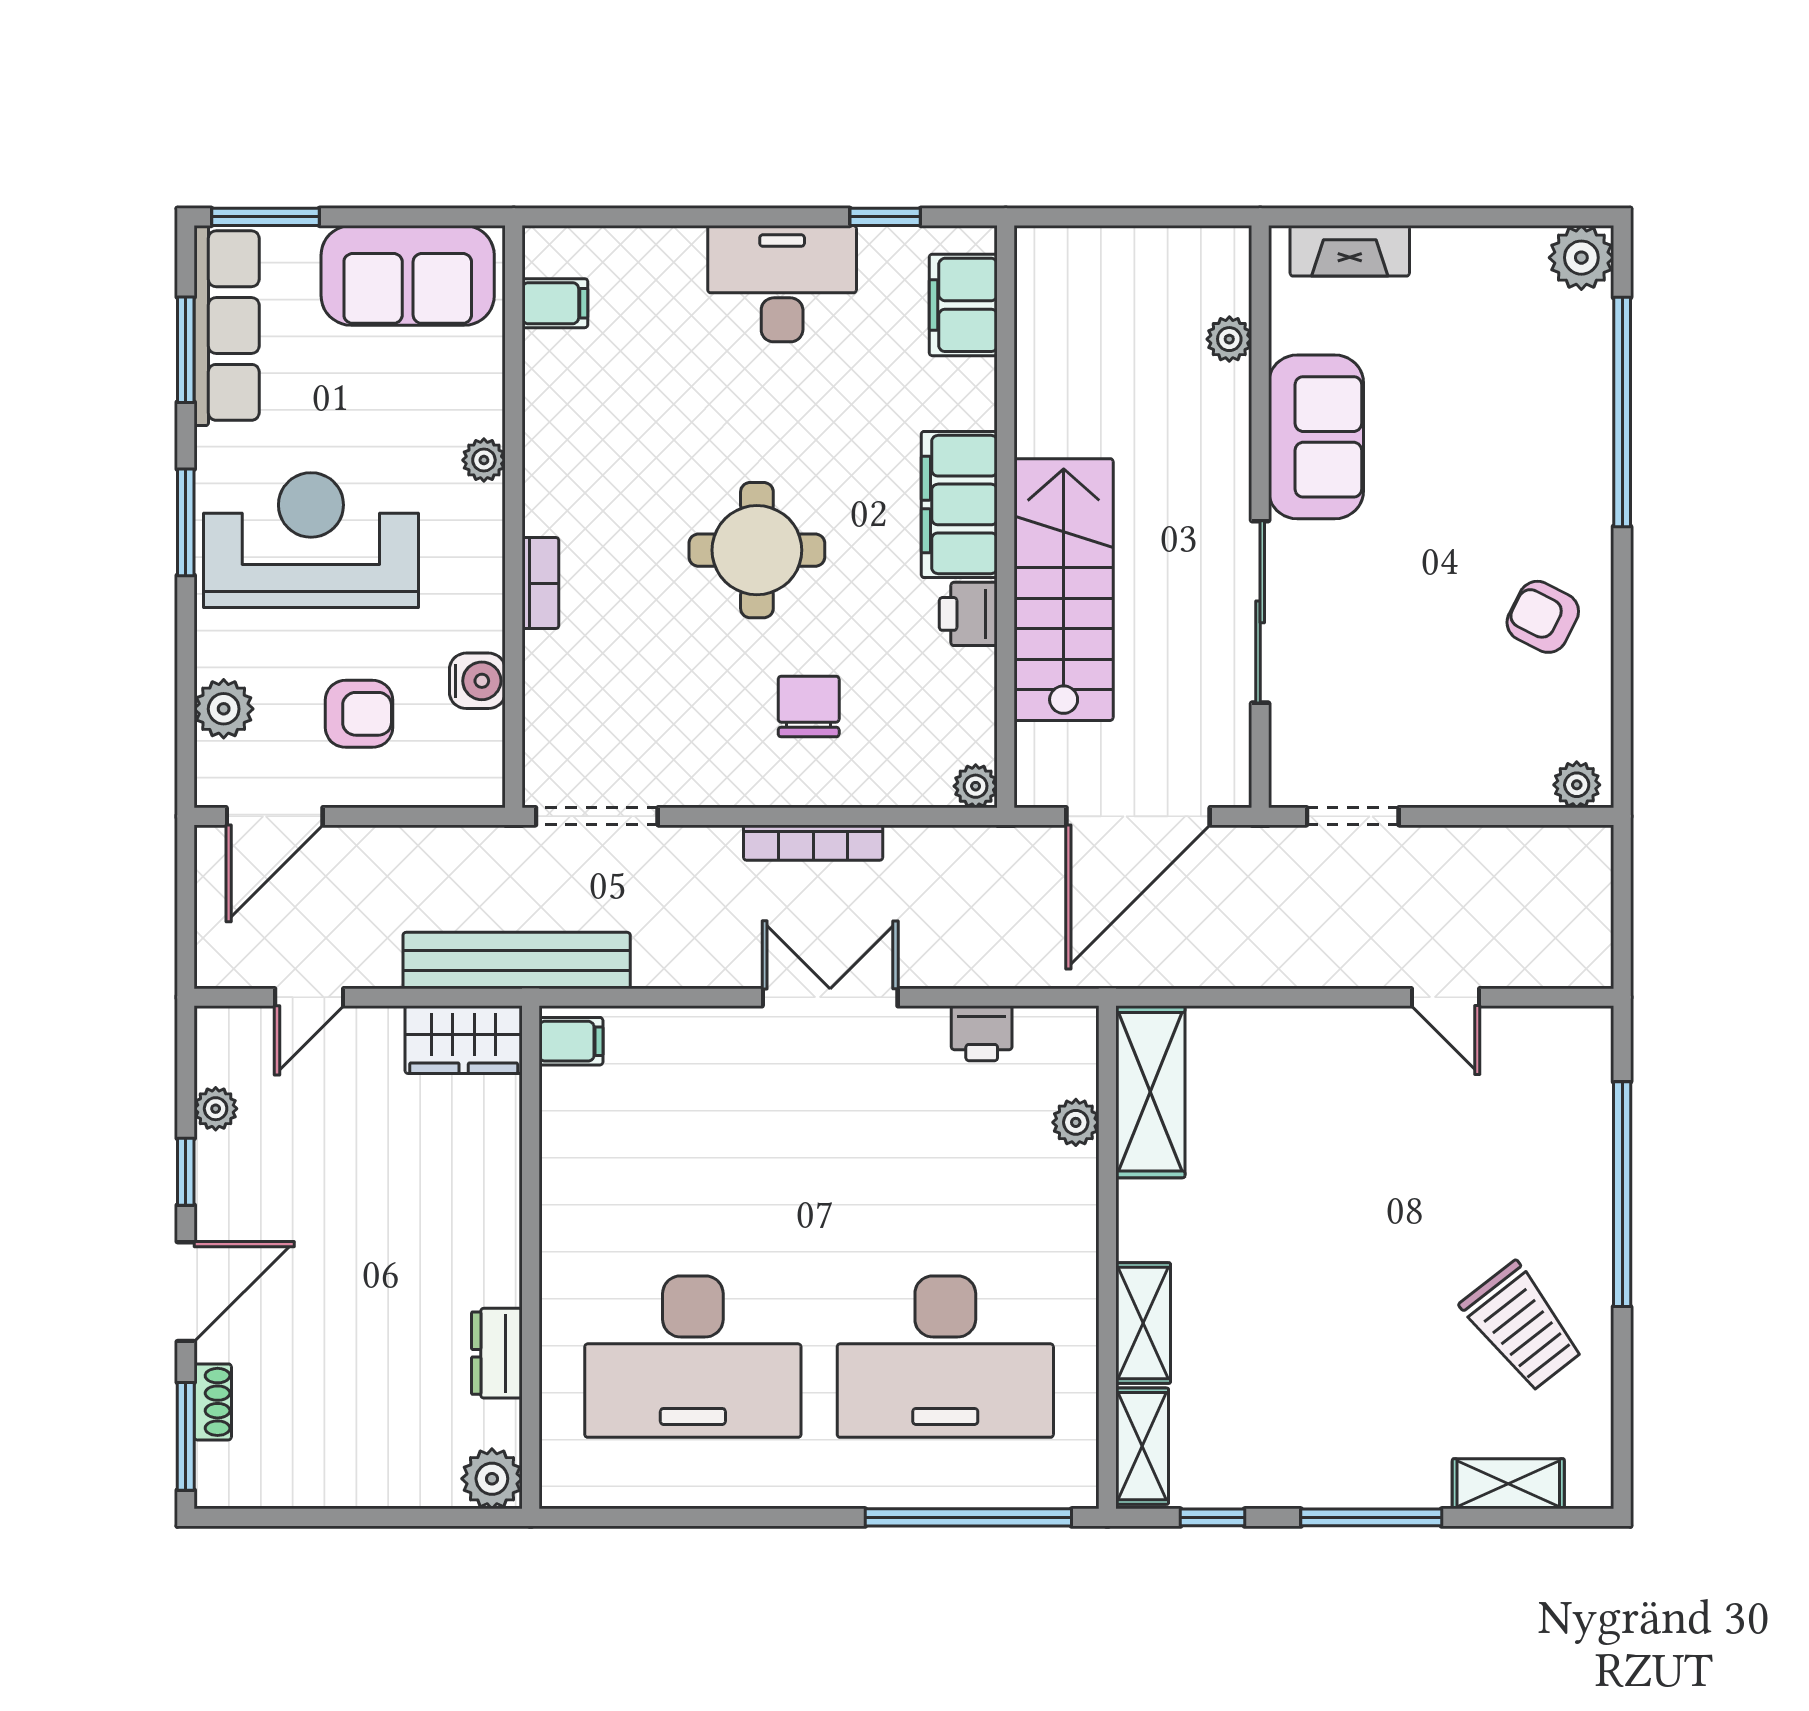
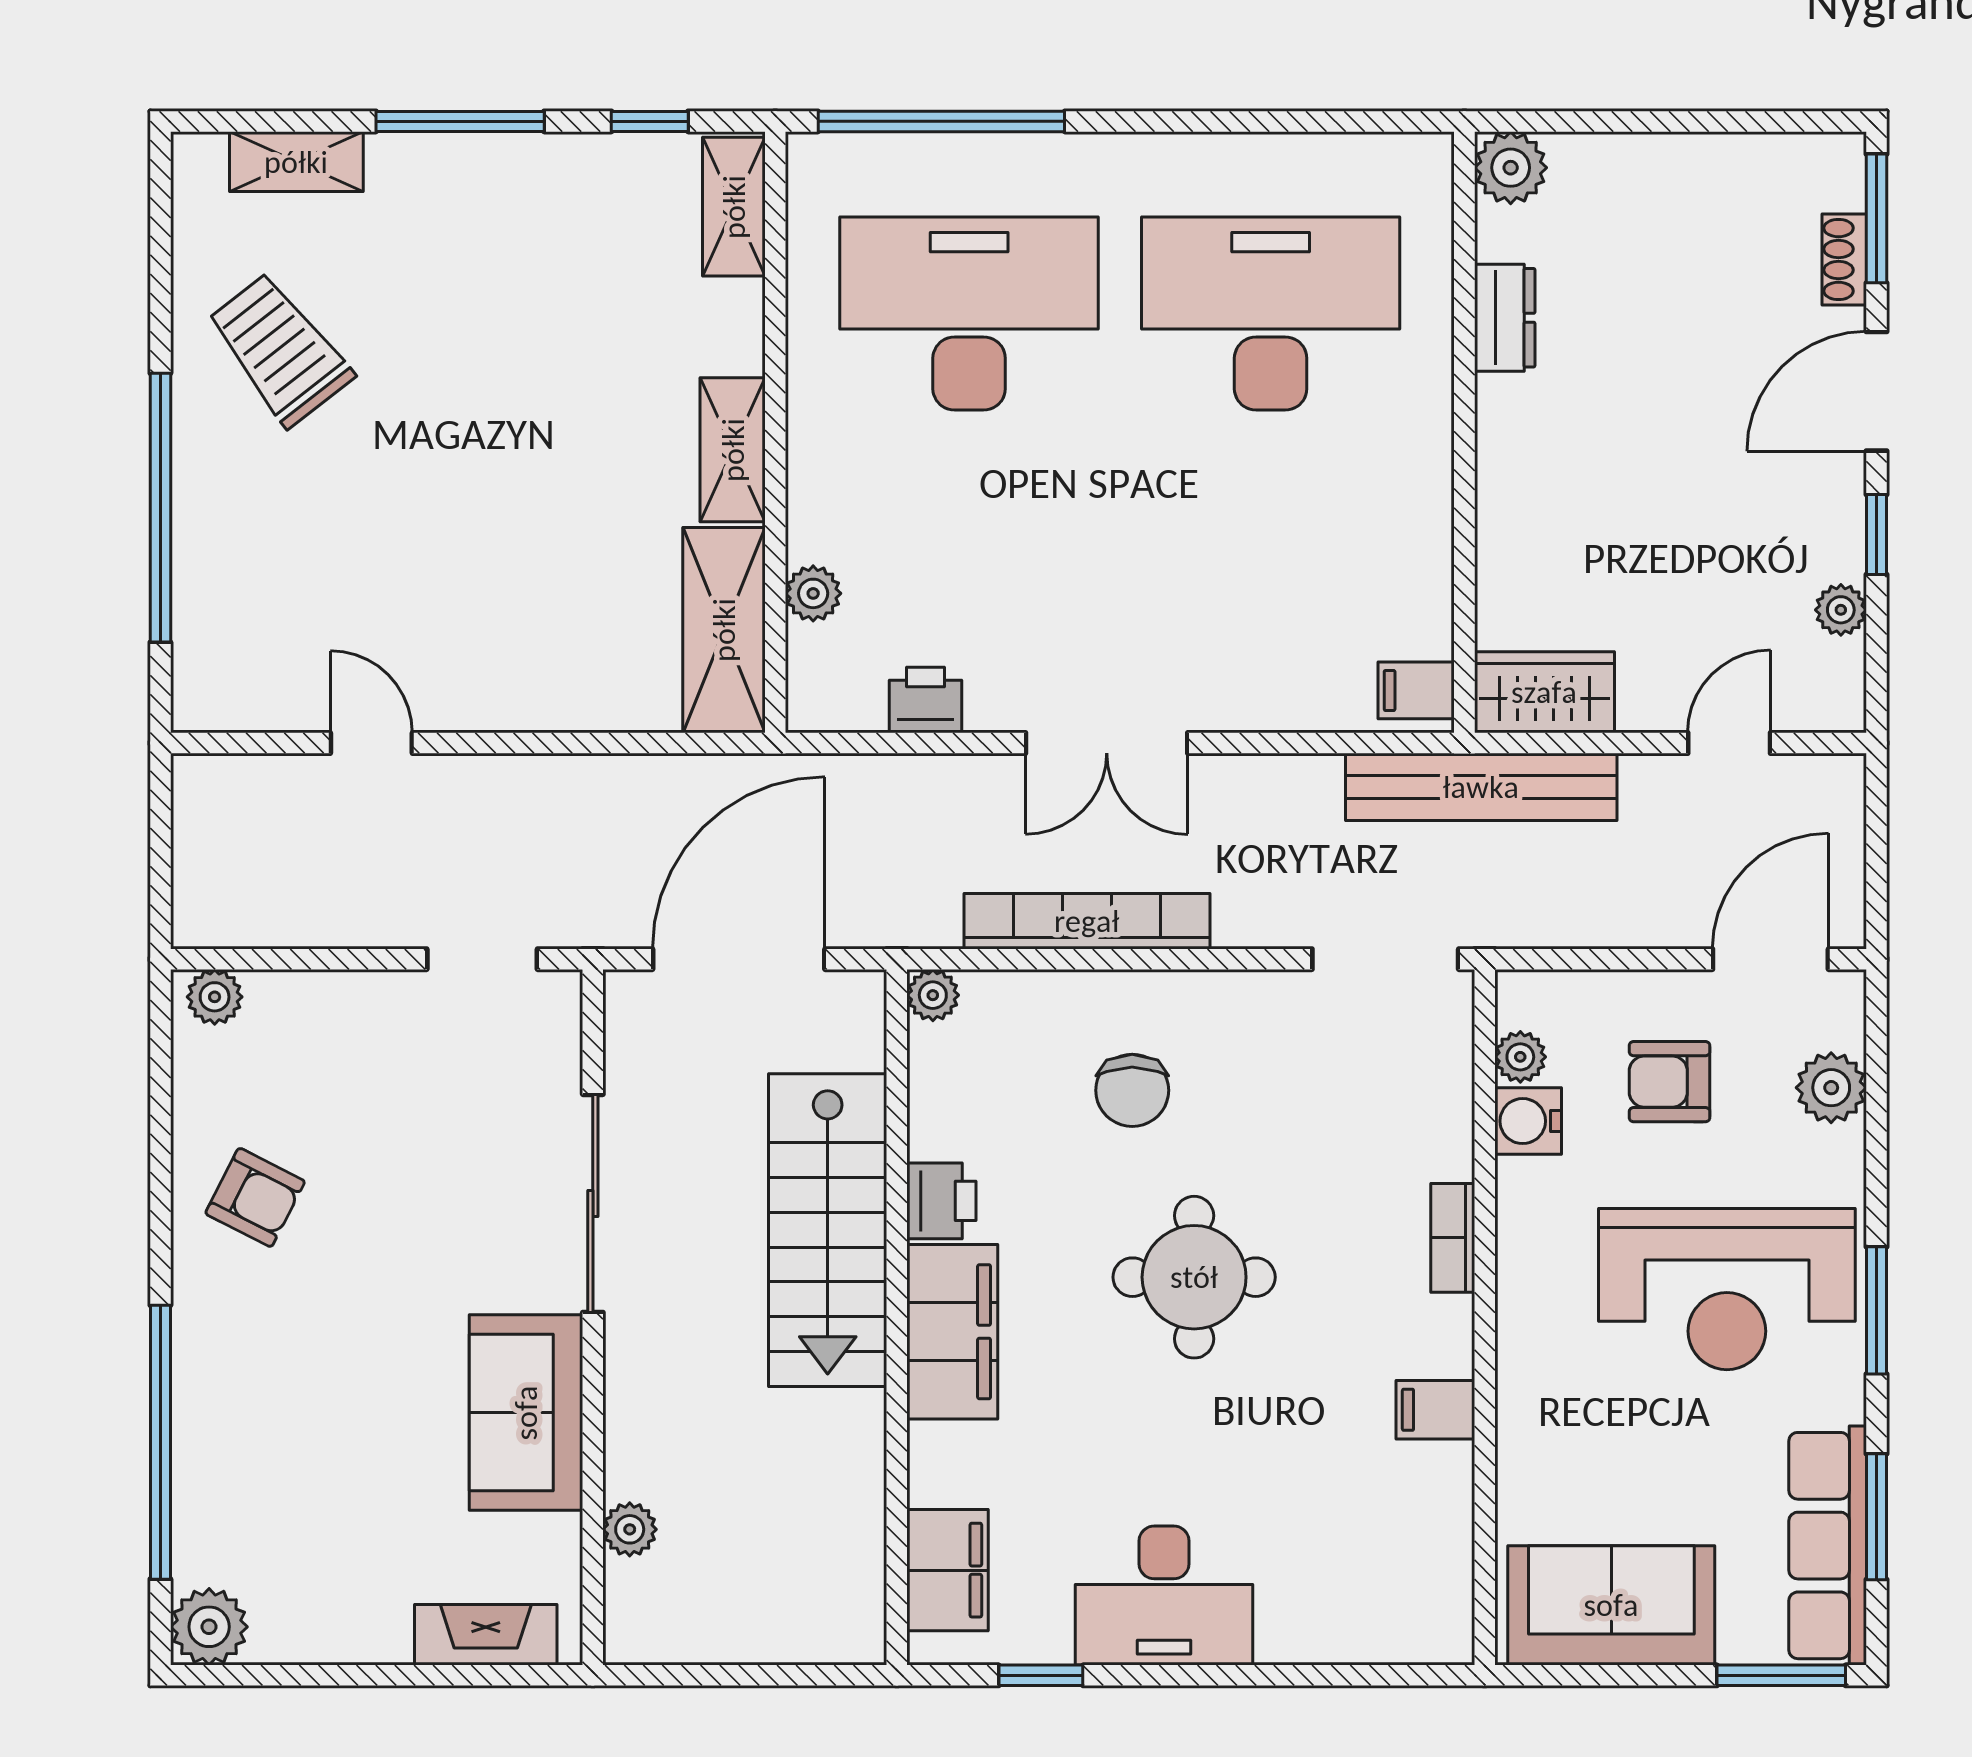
filing cabinet: (555, 303) -> (1435, 1410), moved
plant: (484, 460) -> (1520, 1057), moved
bookcase: (813, 843) -> (1087, 921), width x1.48, depth x1.31
shelving: (1143, 1323) -> (733, 450), moved

